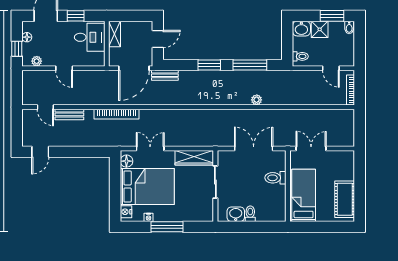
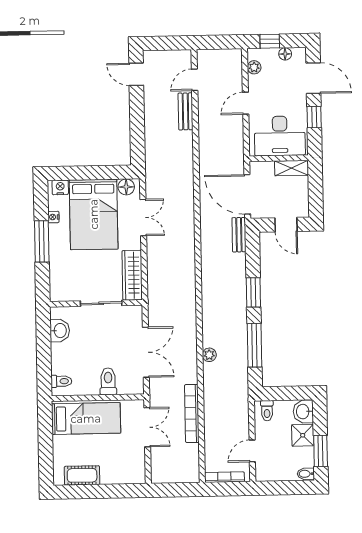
desk: (90, 37) -> (280, 136), width x1.37
bookcase: (116, 114) -> (192, 413), moved
cot: (345, 199) -> (82, 475), width x0.73, depth x0.75
toilet: (250, 214) -> (61, 381), moved

